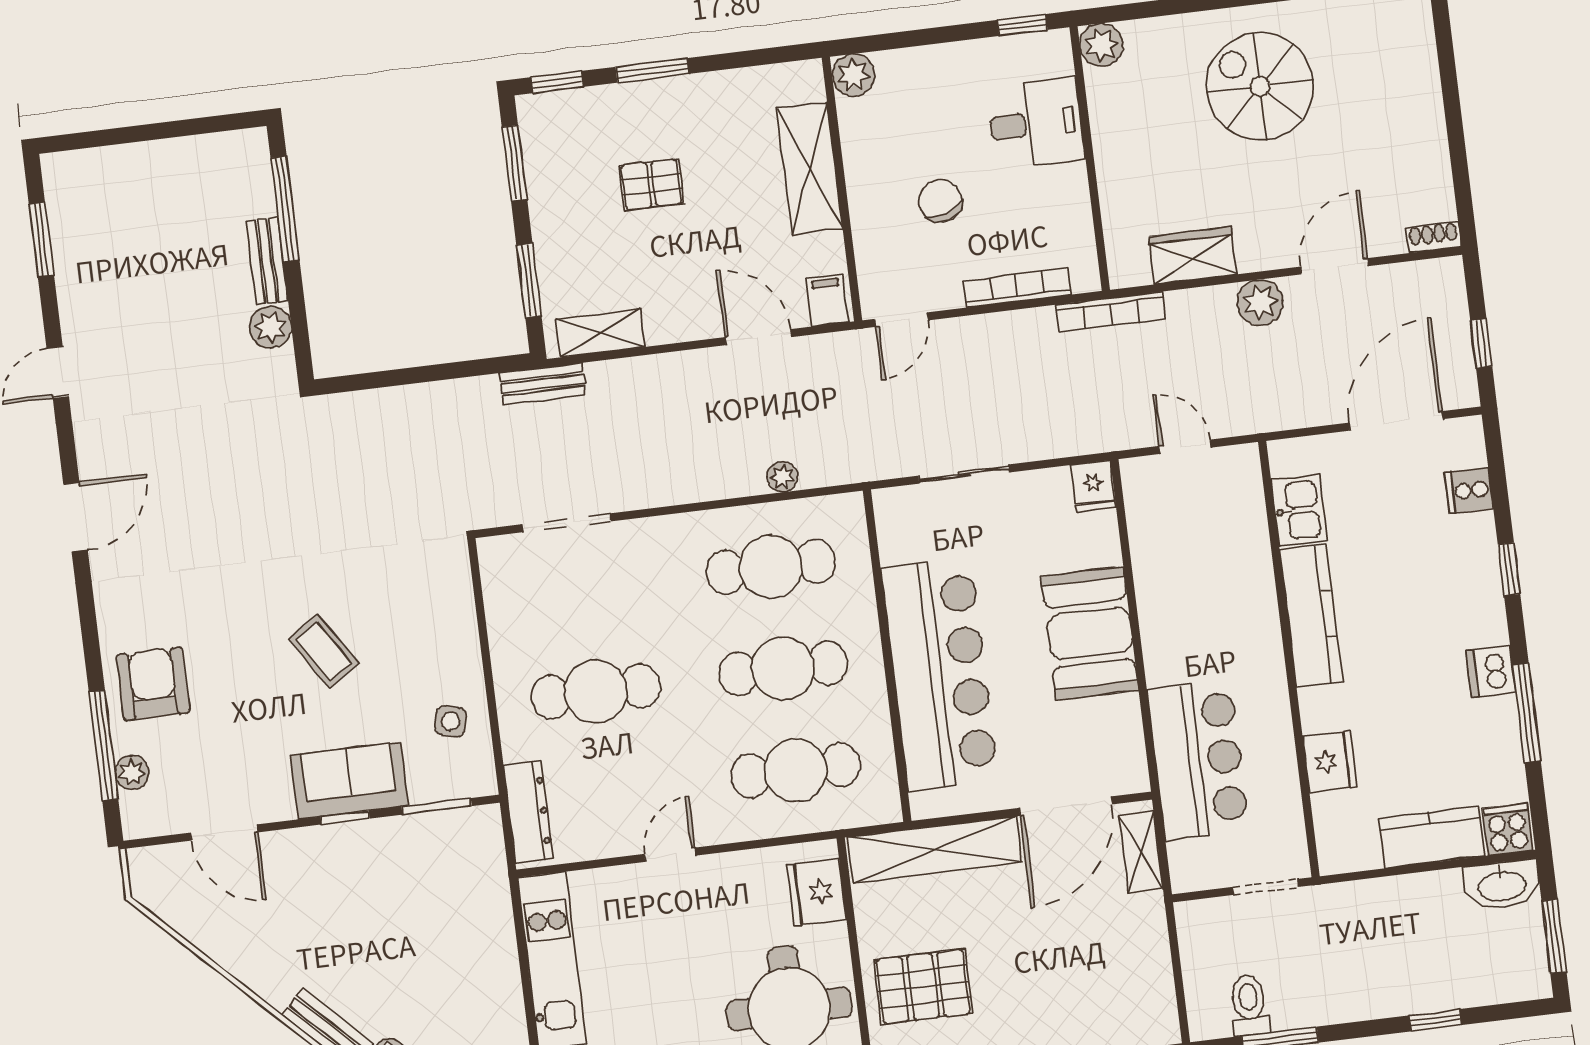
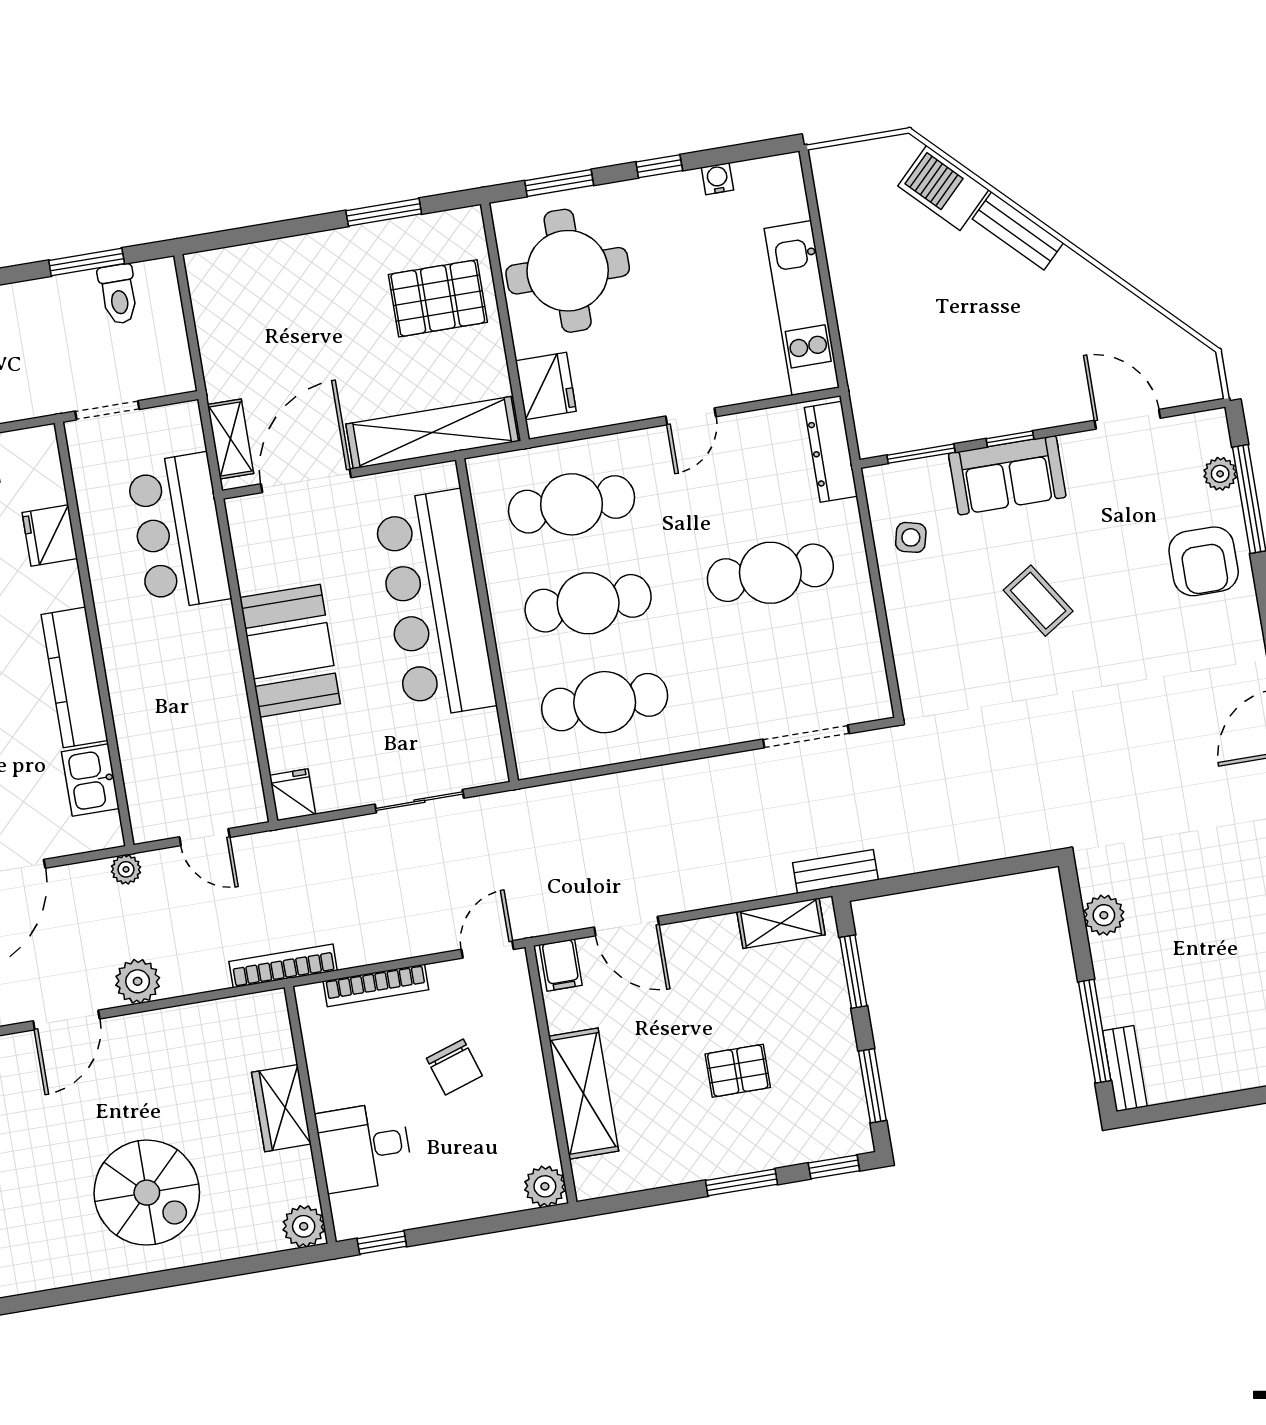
wardrobe: (1193, 256) -> (281, 1108), moved, turned 90
bench: (267, 261) -> (1125, 1069), moved
plant: (782, 477) -> (126, 869), moved

